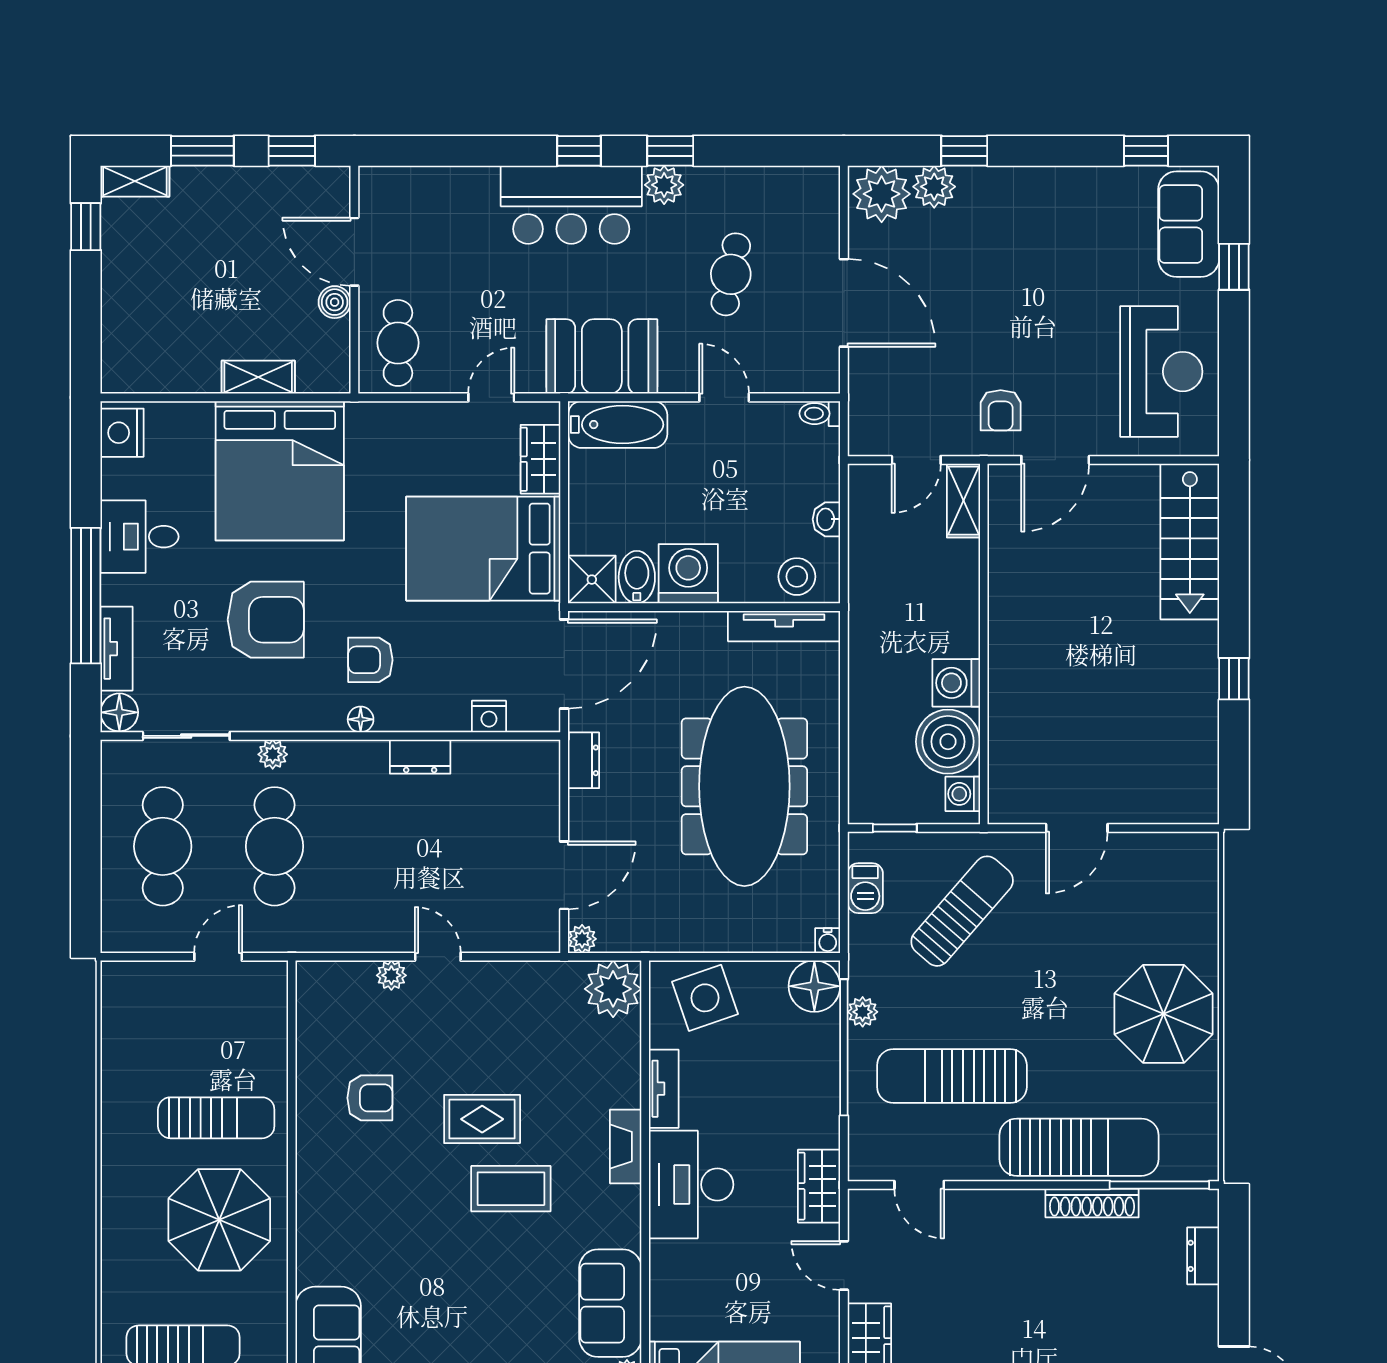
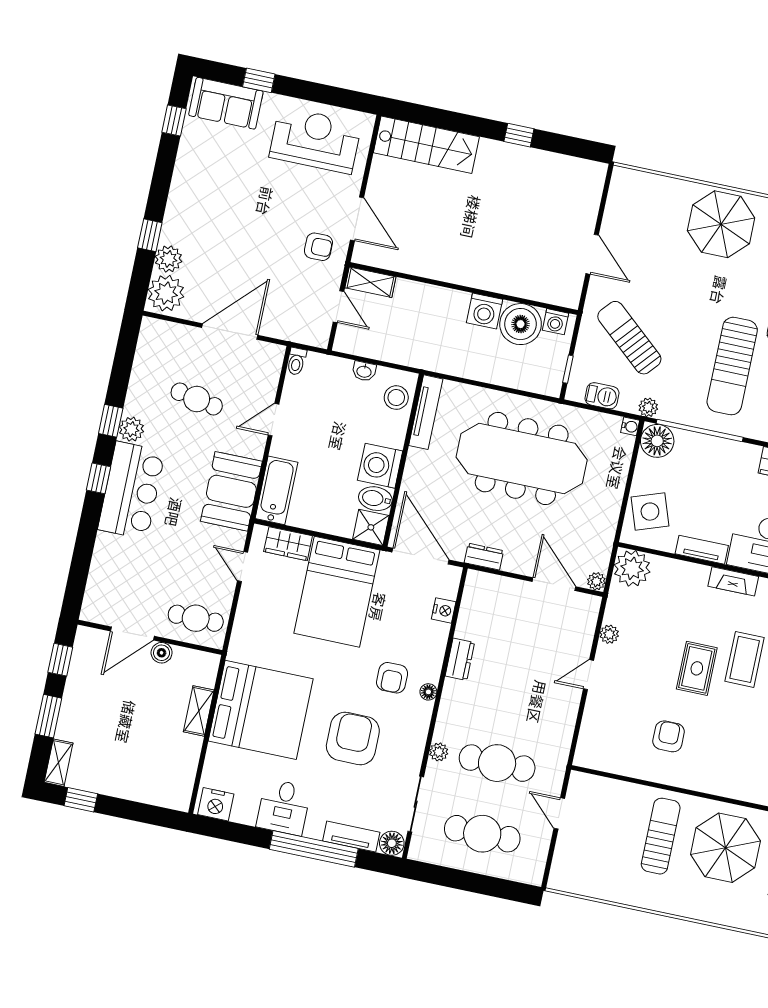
plant: (391, 975) -> (609, 634), moved
plant: (863, 1012) -> (648, 407), moved

